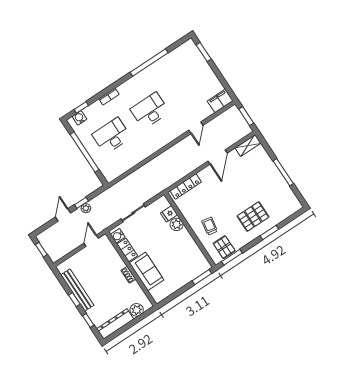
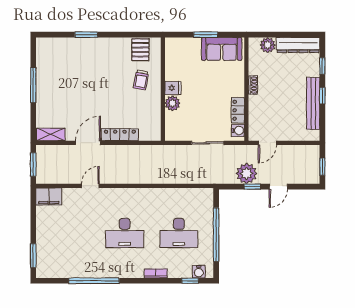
locker: (186, 186) -> (120, 135), moved
plant: (86, 208) -> (247, 174), width x1.87, depth x1.87
fridge: (169, 214) -> (173, 88), moved
pallet: (253, 216) -> (92, 61), removed
window: (232, 257) -> (139, 35), removed
sofa: (147, 271) -> (222, 49), moved, turned -90
window: (202, 277) -> (206, 35), moved

